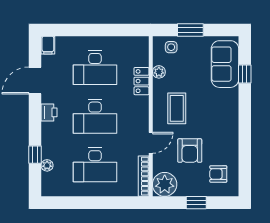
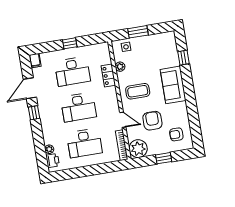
window: (97, 30) -> (70, 43), added
sofa: (225, 64) -> (173, 85), moved
coffee table: (177, 108) -> (138, 91), turned 90
printer: (49, 112) -> (53, 161), moved
door: (151, 143) -> (123, 120), hinge flipped
armchair: (190, 151) -> (152, 121), turned 180
window: (35, 155) -> (34, 113), moved

